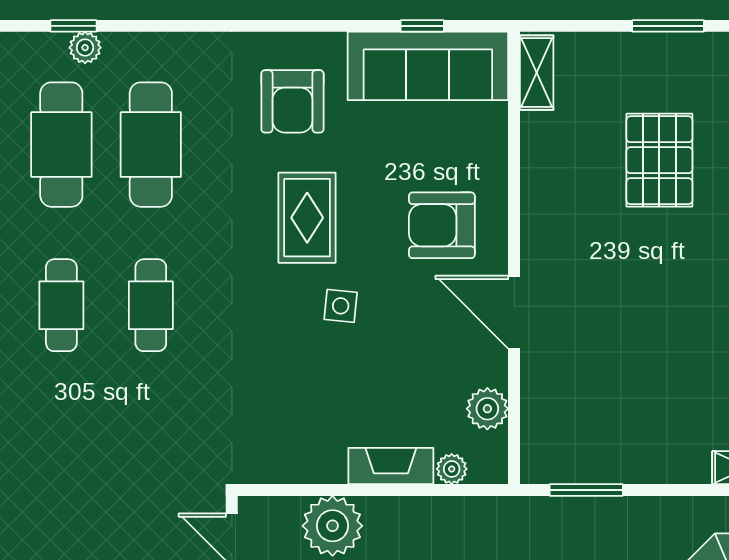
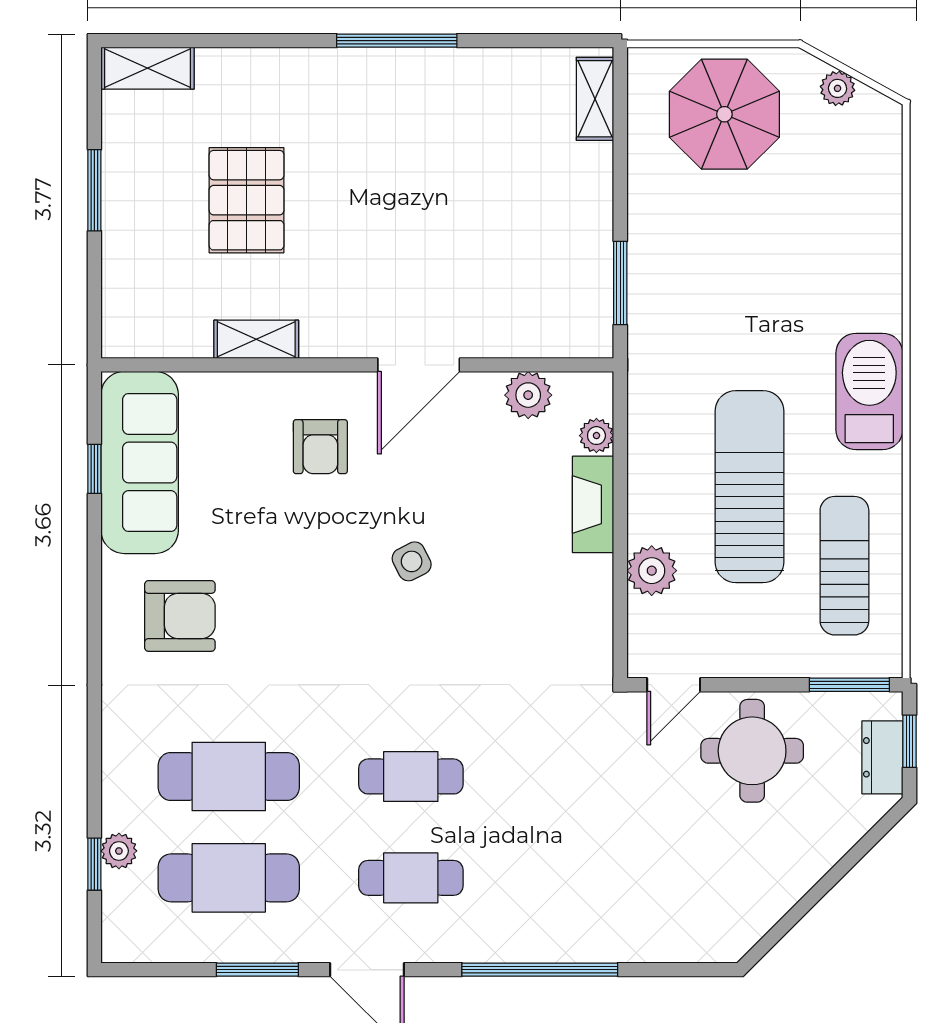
shelving: (537, 73) -> (256, 339), moved
pallet: (659, 160) -> (247, 200), turned 90
rug: (307, 218) -> (312, 599), removed
armchair: (442, 225) -> (320, 447), width x0.72, depth x0.72
side table: (341, 306) -> (412, 561), turned -33
plant: (332, 526) -> (652, 571), width x0.73, depth x0.73

